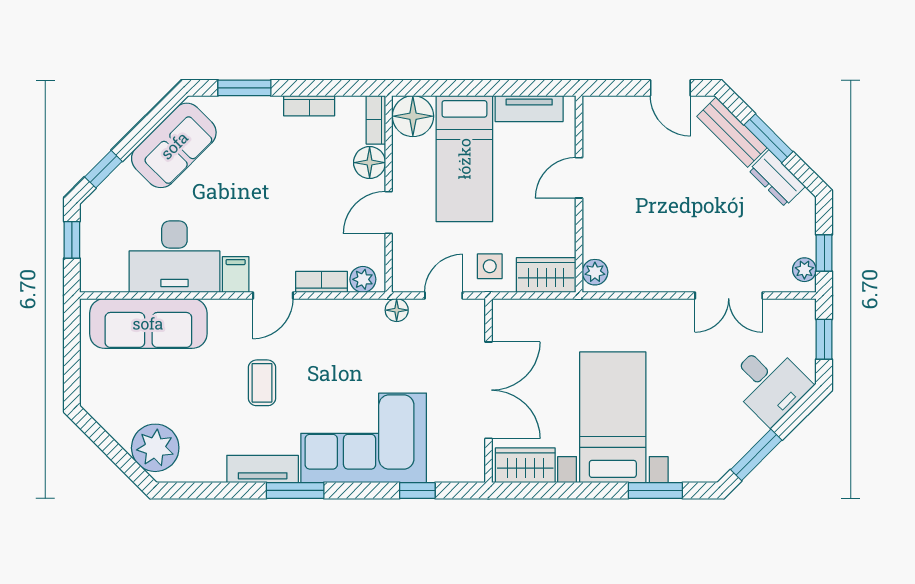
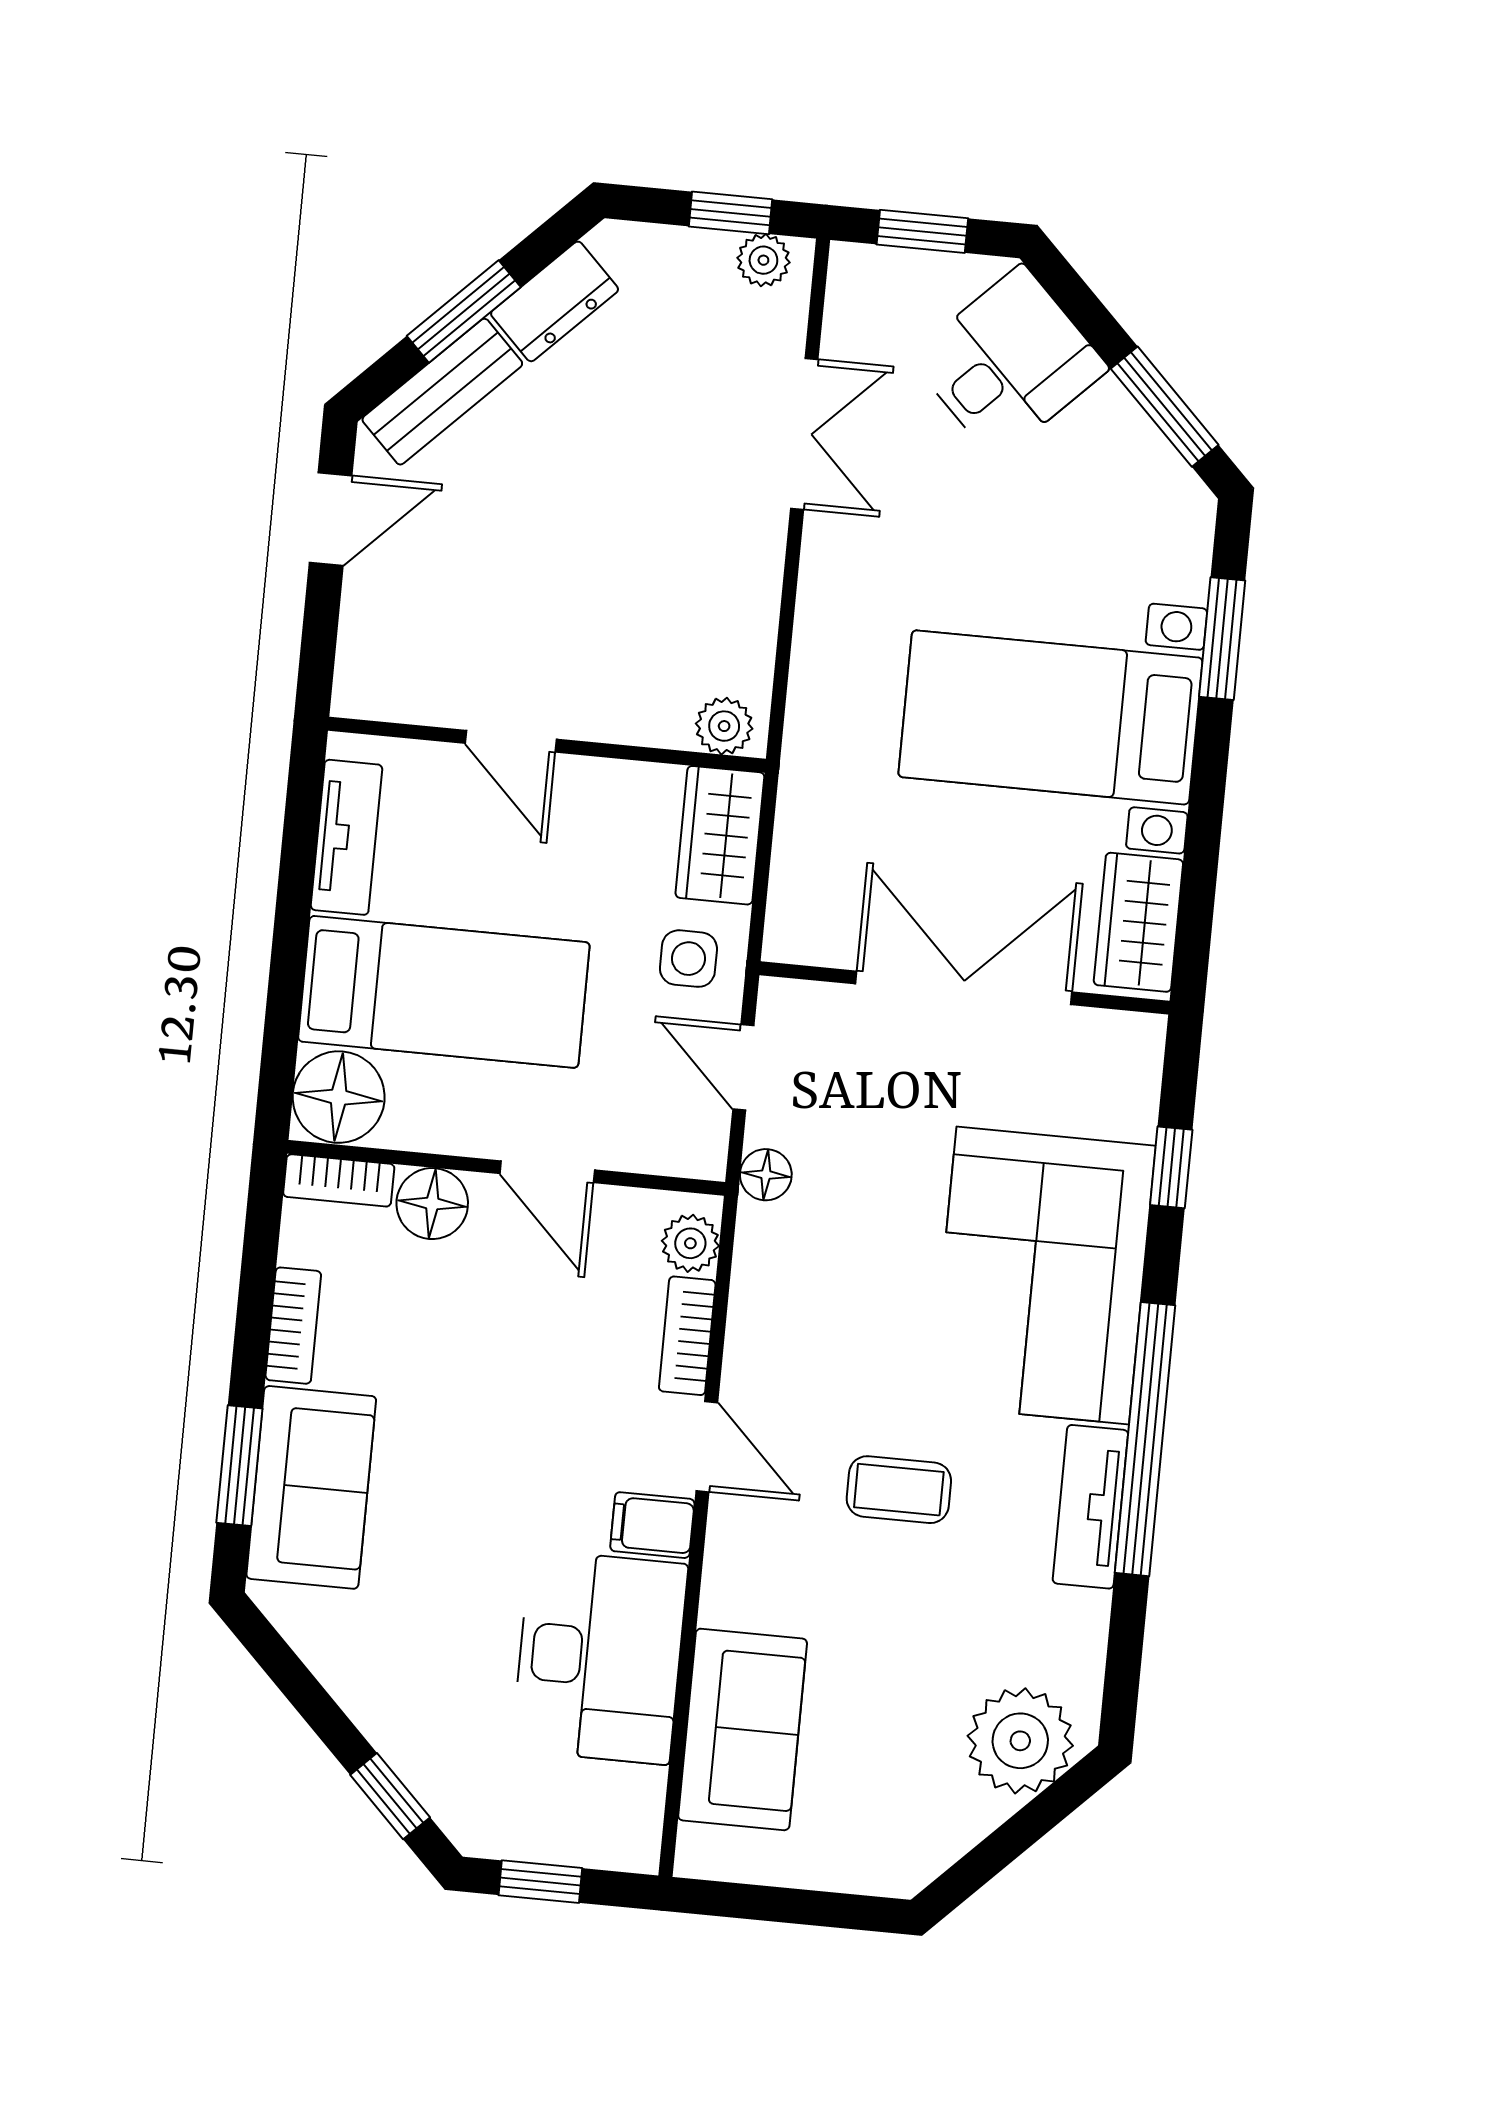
sofa: (174, 145) -> (311, 1487), moved, turned 45
sofa: (148, 323) -> (743, 1729), width x0.73
window: (295, 490) -> (1145, 1439), width x2.11

